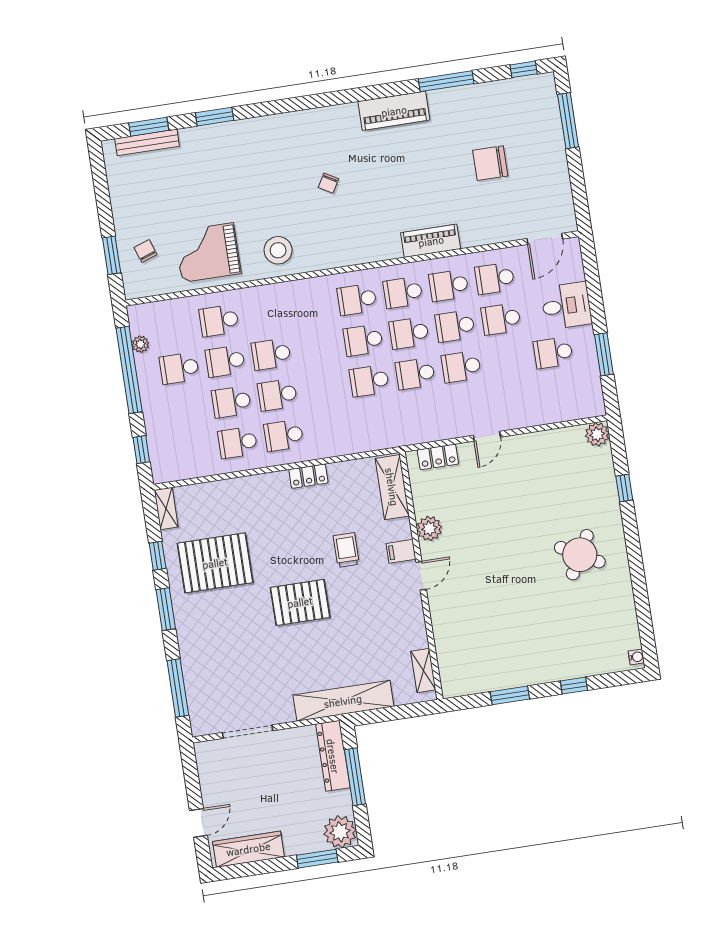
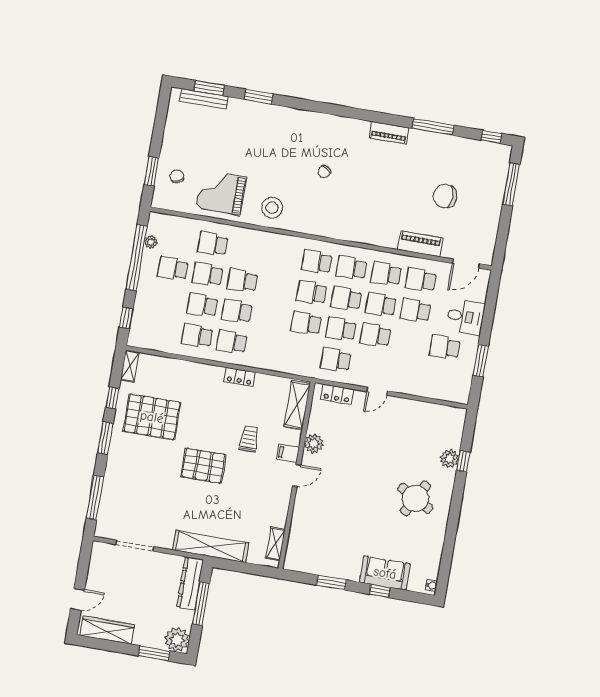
piano: (394, 111) -> (389, 133), width x0.73, depth x0.75
piano: (431, 241) -> (420, 244), moved
school desk: (422, 414) -> (336, 360), added
plant: (597, 434) -> (449, 459), moved
sofa: (573, 661) -> (385, 573), added

